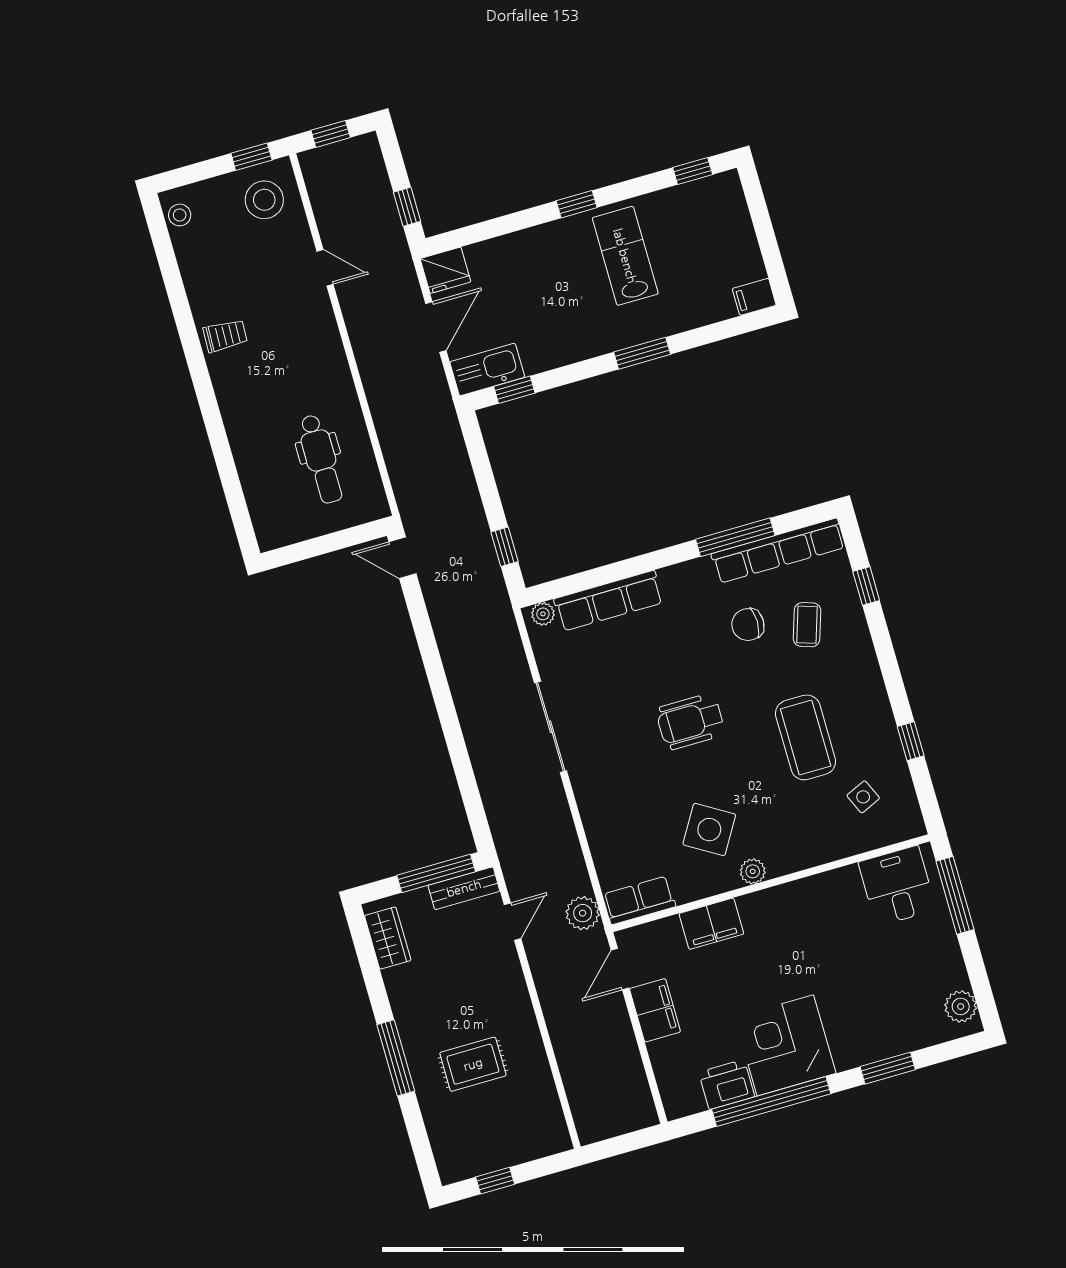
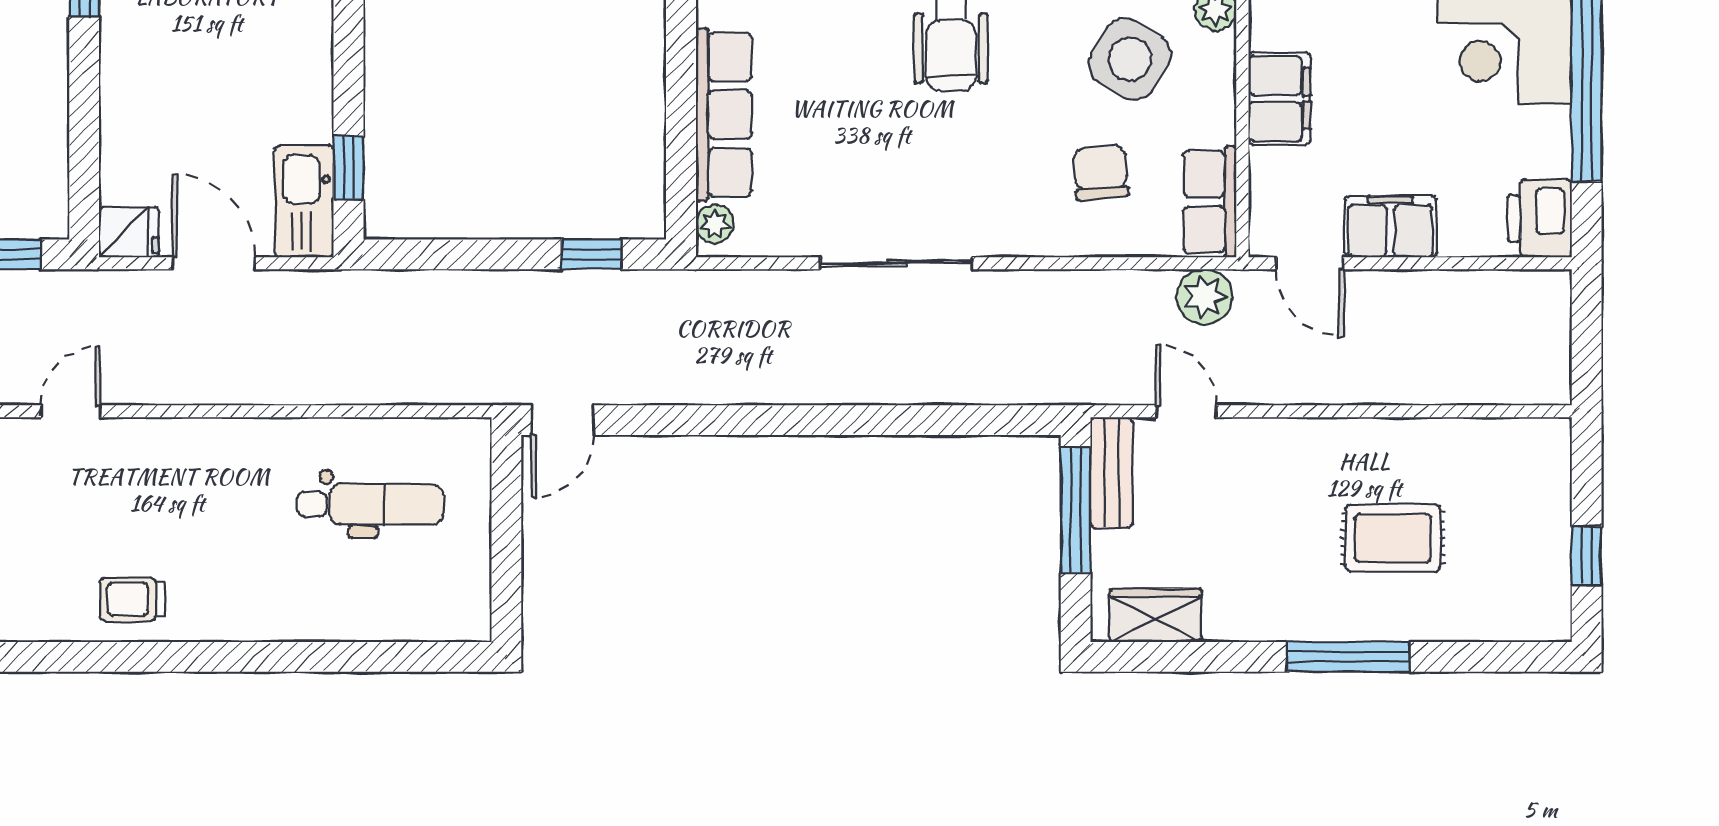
fridge: (445, 270) -> (129, 232), width x0.72
trolley: (225, 336) -> (132, 599), turned -92
chair: (638, 831) -> (1101, 172), added
rug: (473, 1064) -> (1393, 538), turned 90
printer: (727, 1084) -> (1540, 218), moved

